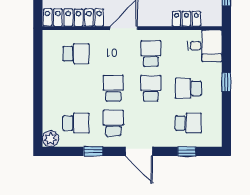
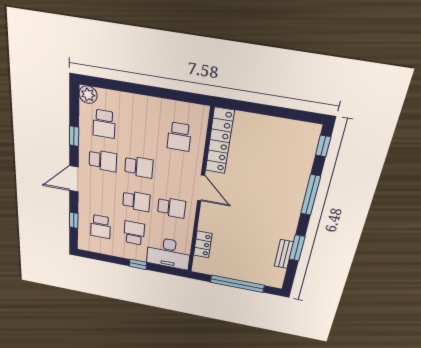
desk: (205, 46) -> (169, 253), width x1.37

